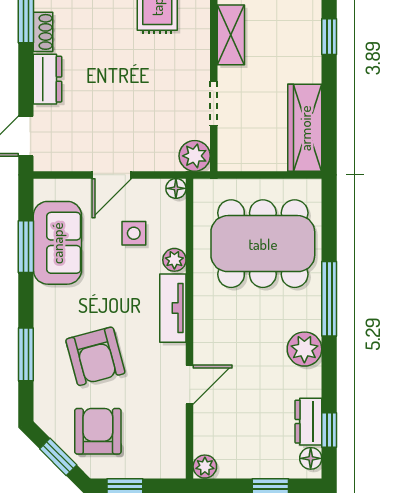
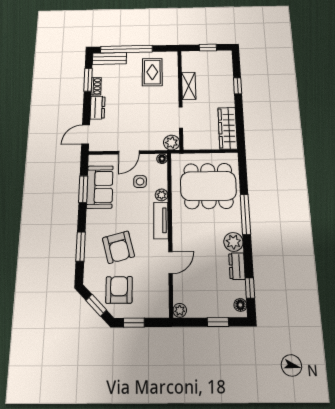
dresser: (308, 422) -> (237, 266), moved

